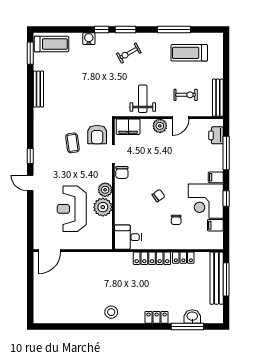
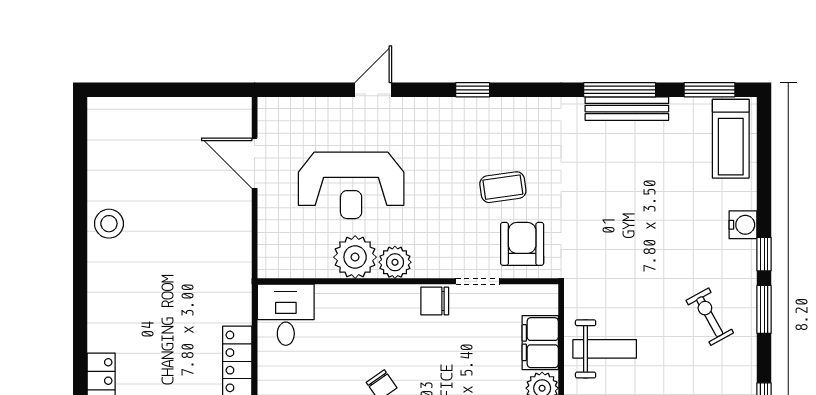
window: (30, 92) -> (620, 90), added
filing cabinet: (128, 127) -> (540, 343), moved
armchair: (97, 135) -> (522, 244), turned 90
door: (30, 183) -> (373, 90), moved
reception desk: (72, 209) -> (351, 185), turned 180
door: (50, 251) -> (255, 163), moved
stool: (111, 312) -> (109, 224), moved

